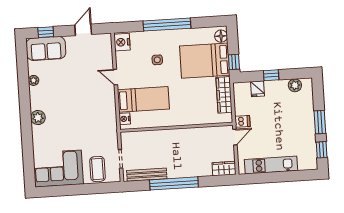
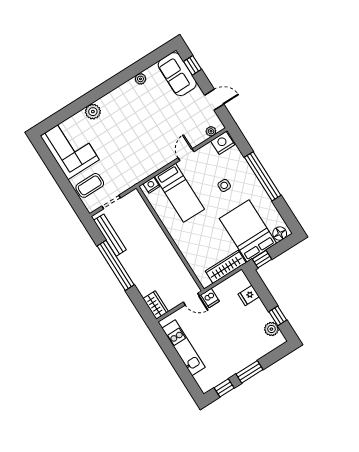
plant: (107, 46) -> (211, 131), added
window: (271, 75) -> (278, 316), moved
plant: (38, 118) -> (93, 112), moved

